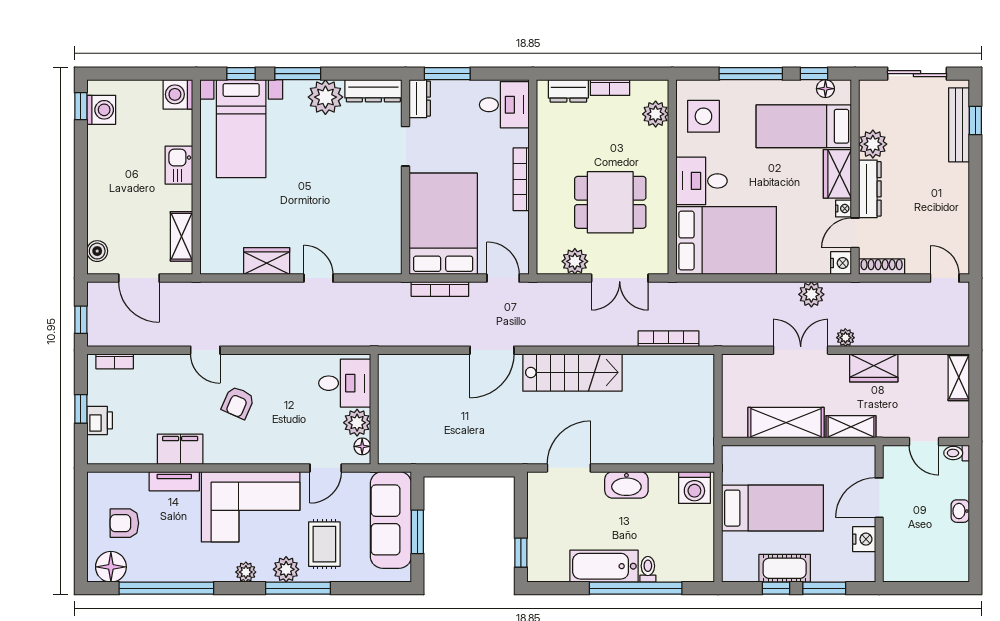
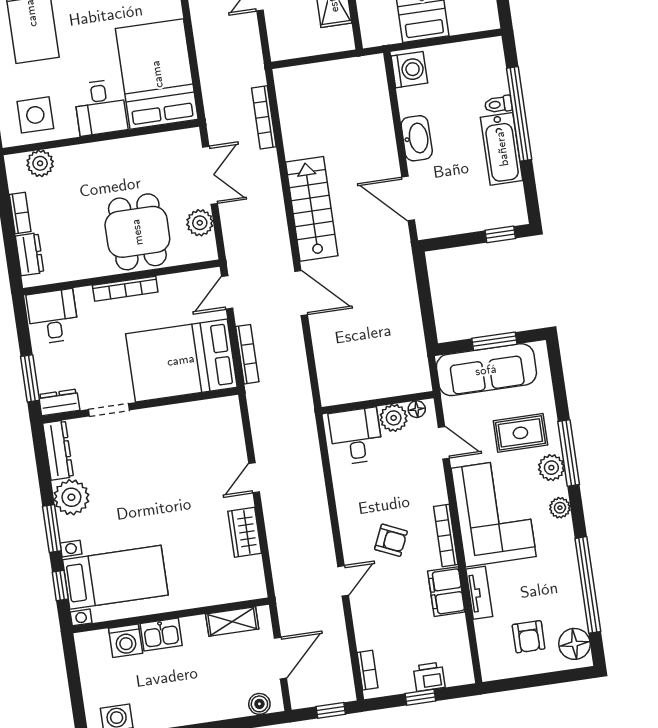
washing machine: (178, 94) -> (126, 641), moved
dining table: (610, 202) -> (137, 232), moved
bookcase: (235, 457) -> (446, 536), added

